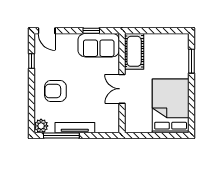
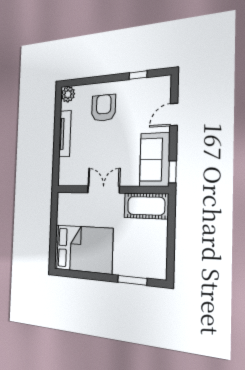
door: (47, 31) -> (174, 114), moved
window: (91, 31) -> (172, 172), moved
window: (61, 136) -> (58, 119), removed

